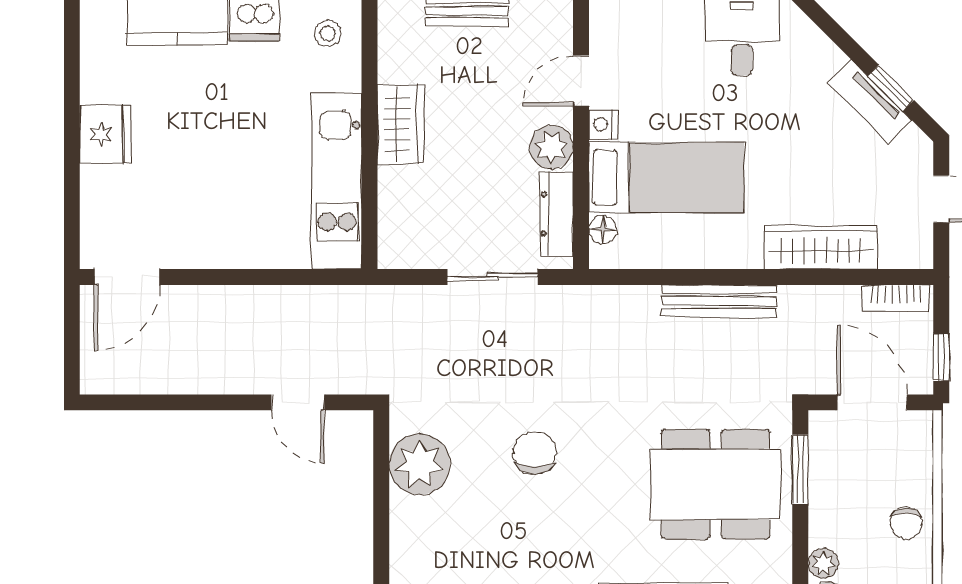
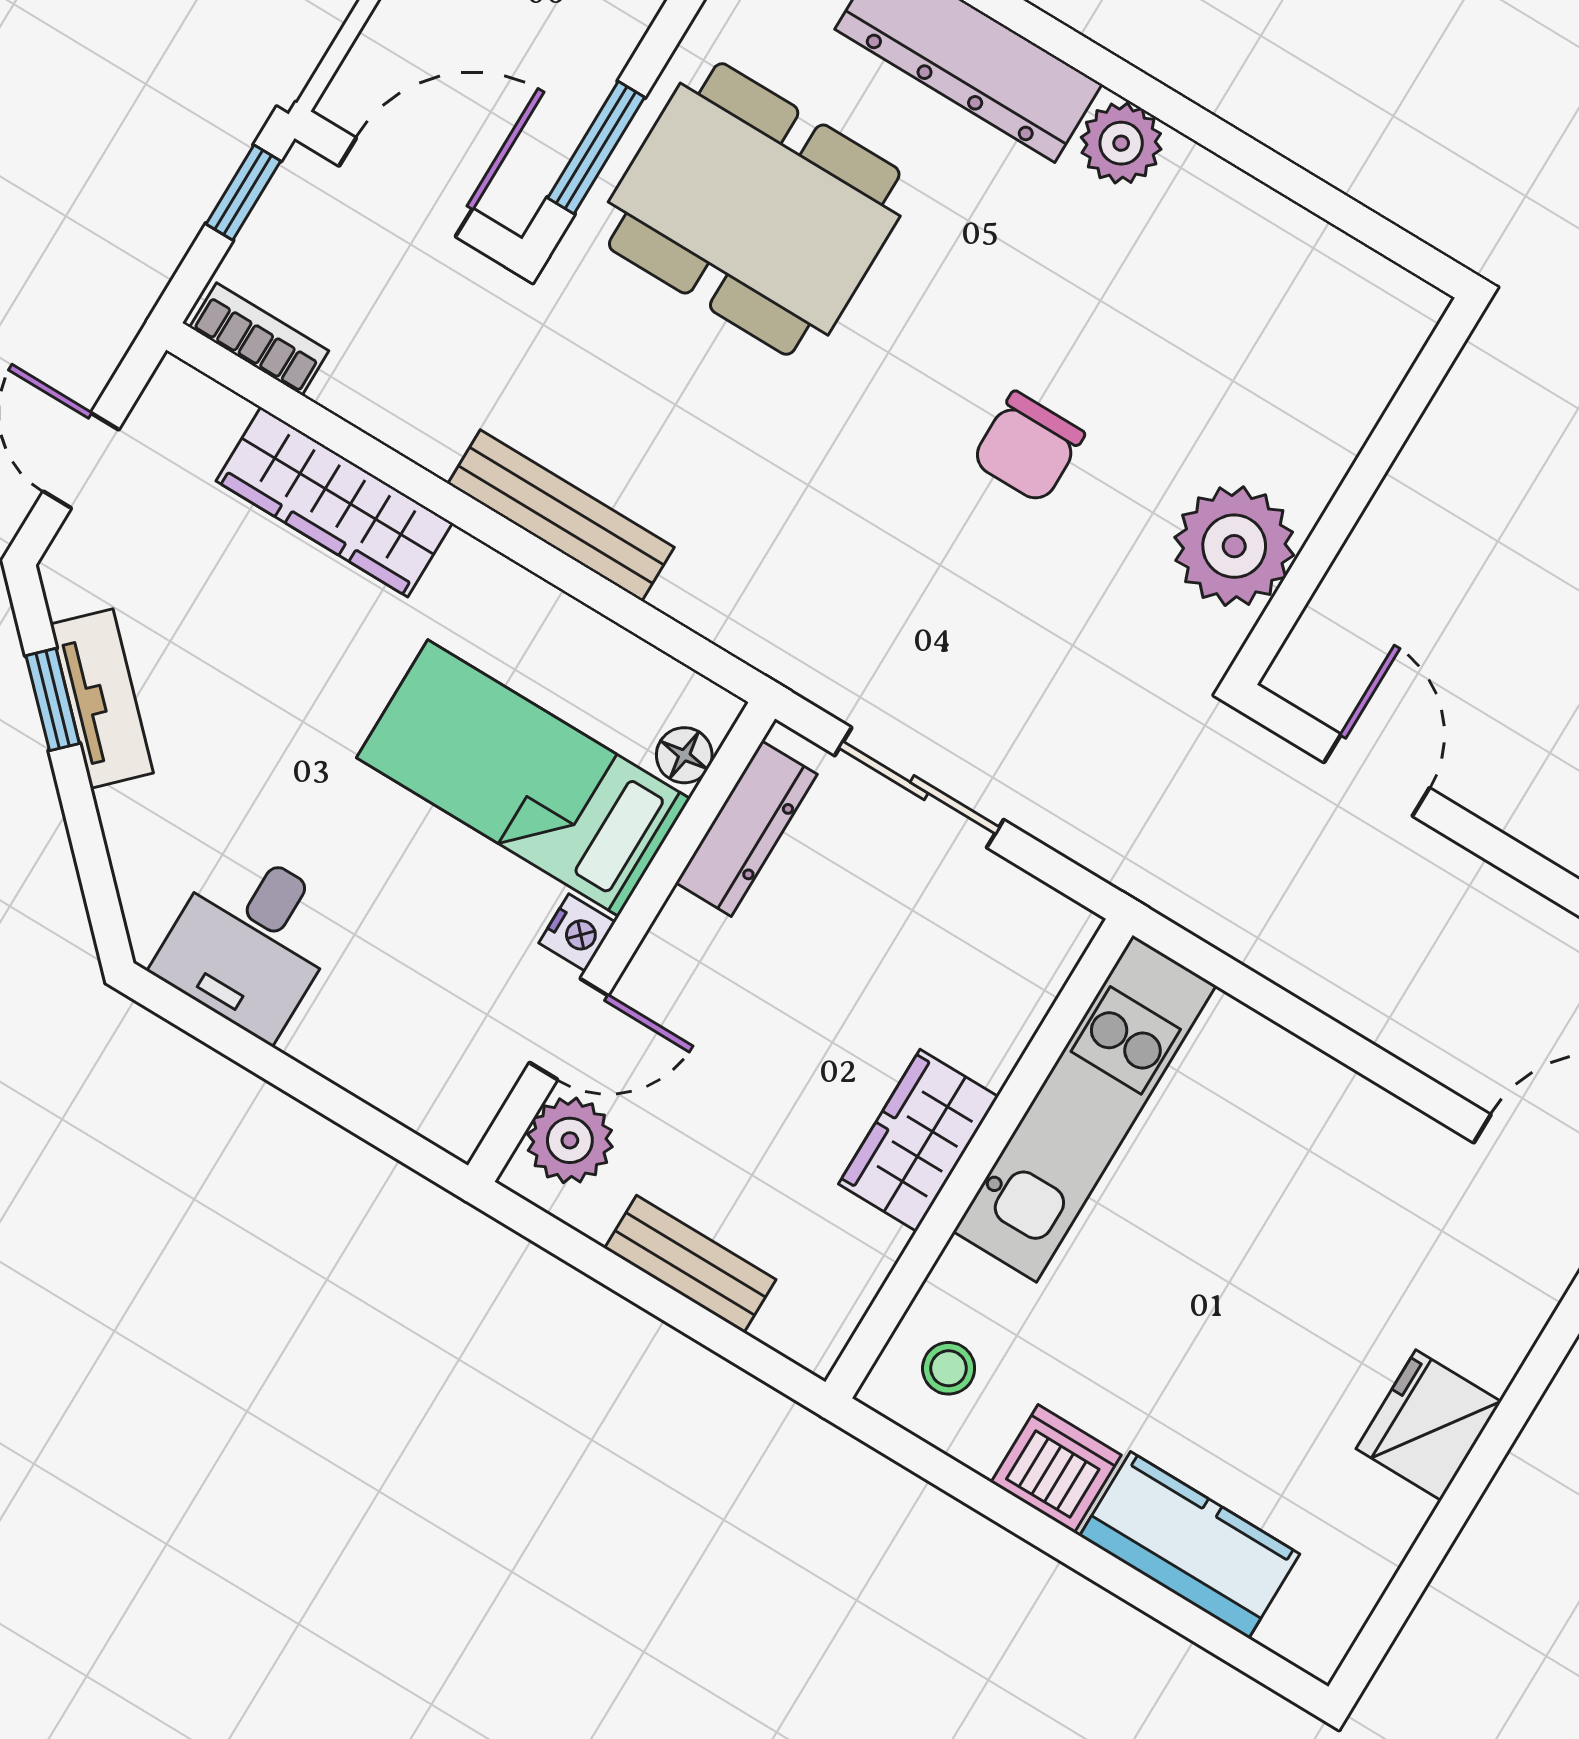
plant: (551, 147) -> (570, 1140), moved
door: (872, 402) -> (406, 187), swing flipped

